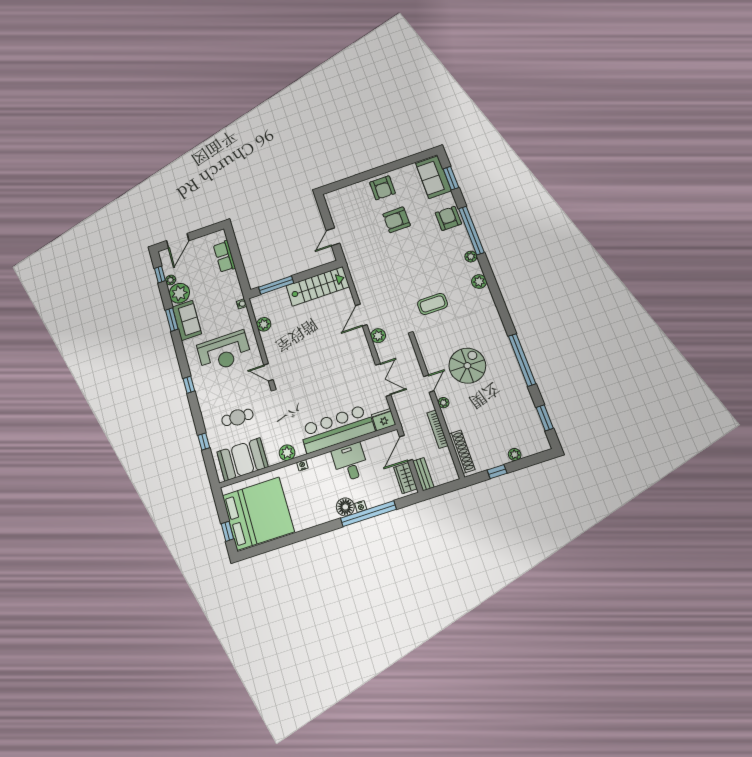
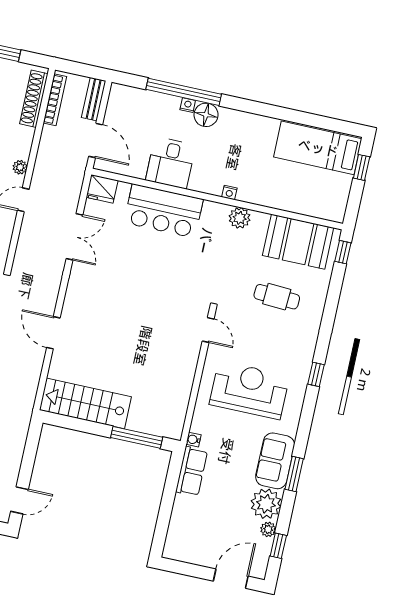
door: (333, 237) -> (19, 500), moved
row of seats: (224, 256) -> (192, 471), moved
door: (361, 315) -> (53, 333), swing flipped
plant: (264, 324) -> (180, 395), removed
plant: (378, 336) -> (48, 294), removed
double door: (383, 380) -> (74, 237), swing flipped
bar counter: (337, 429) -> (164, 211), width x0.73
bookcase: (438, 429) -> (55, 100), moved
window: (204, 441) -> (343, 252), moved
door: (406, 448) -> (96, 140), hinge flipped
wardrobe: (405, 478) -> (117, 107), removed
bed: (258, 514) -> (318, 148), width x0.49

